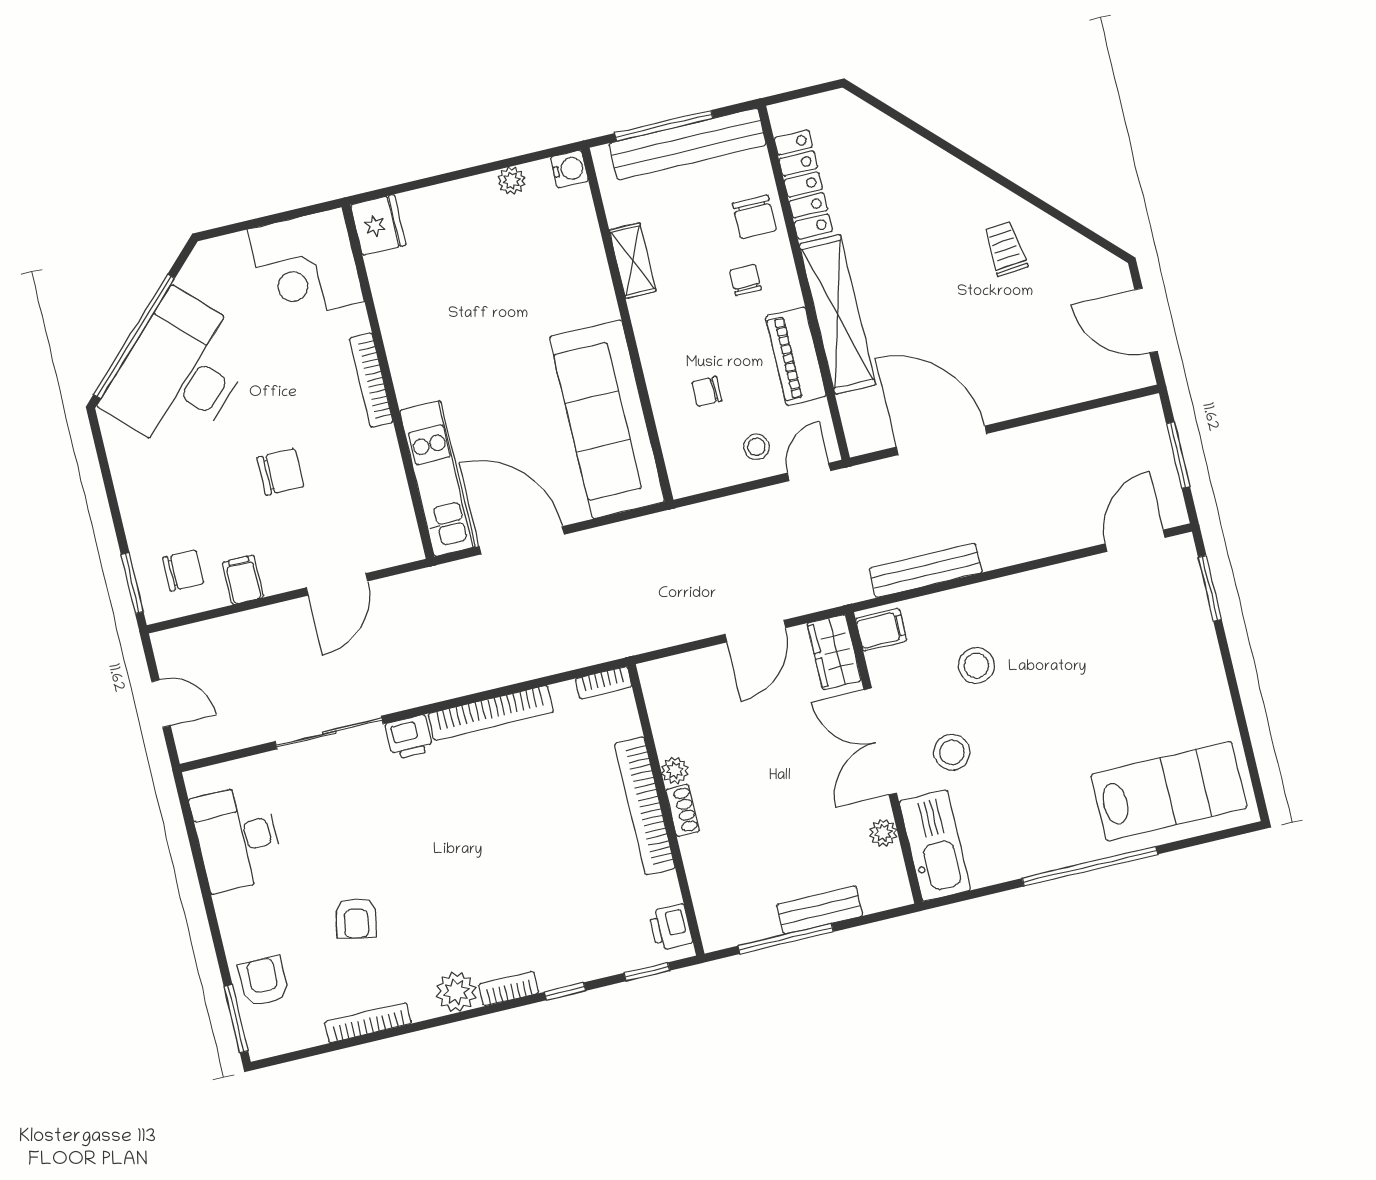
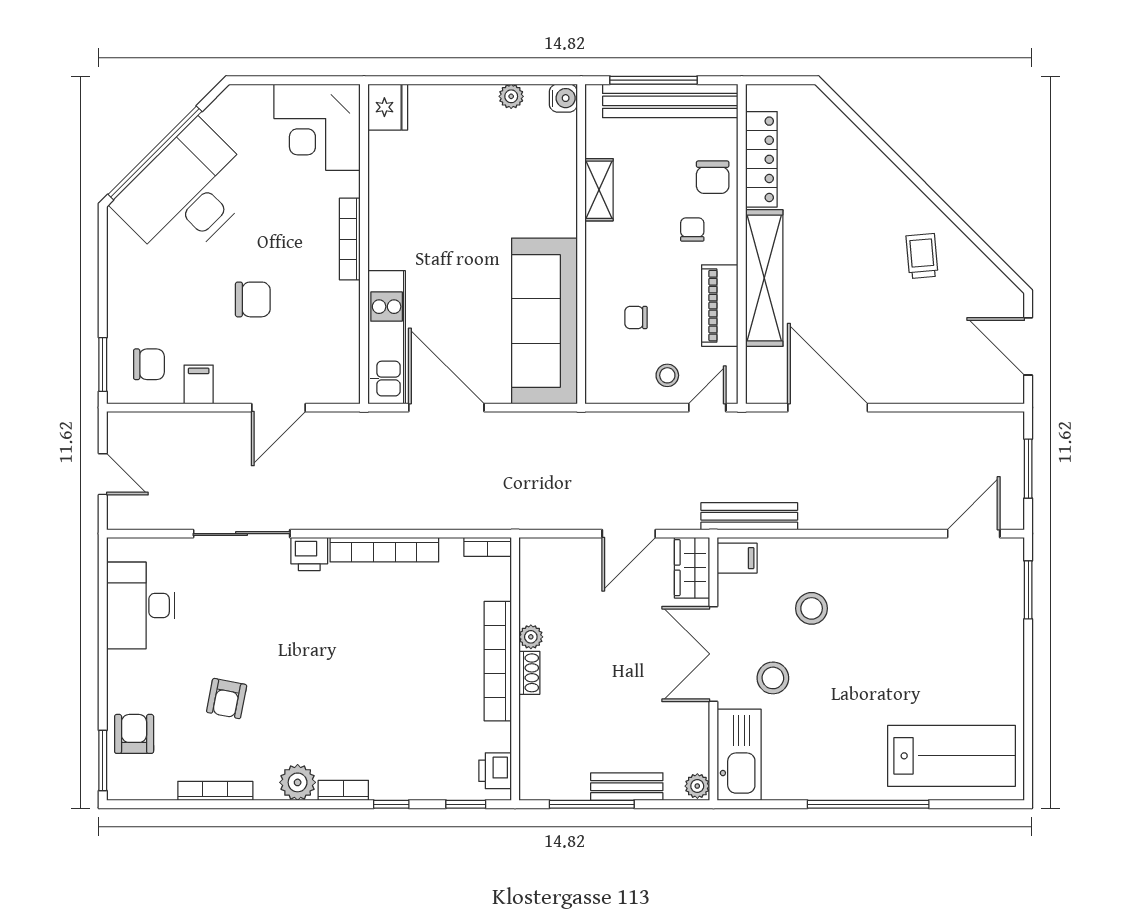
bench: (926, 570) -> (749, 516), moved
plant: (883, 833) -> (697, 786), moved

